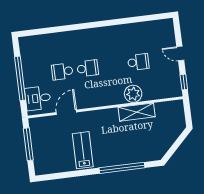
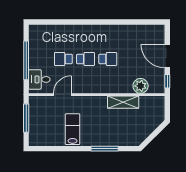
door: (180, 53) -> (167, 56), width x1.88
school desk: (138, 62) -> (108, 59), moved
plant: (133, 94) -> (141, 86), moved
window: (122, 168) -> (105, 149), width x0.68

